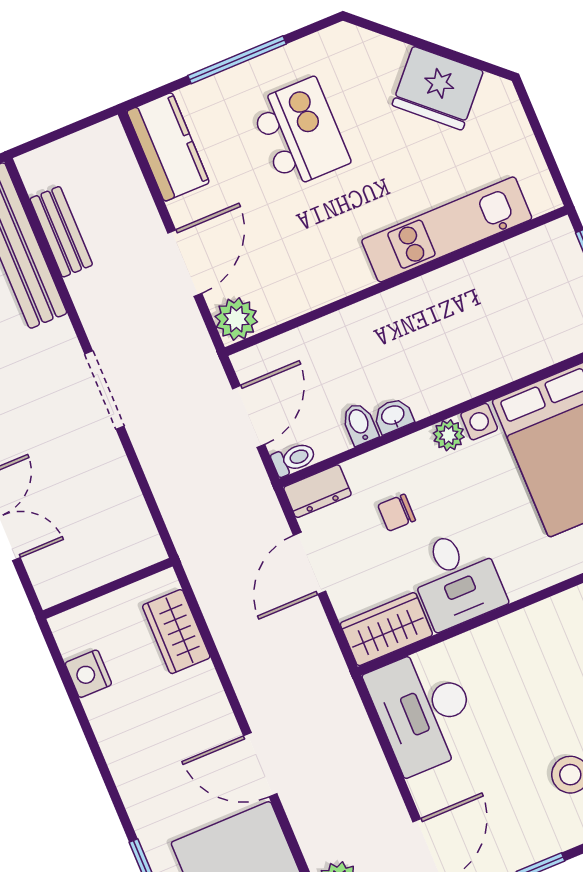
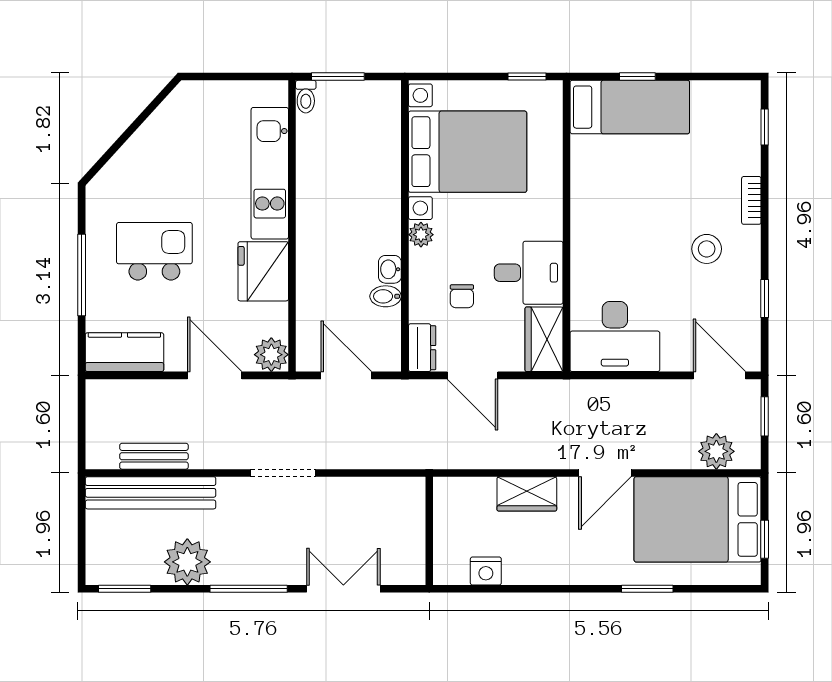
fridge: (438, 88) -> (263, 271), moved, turned 138
toilet: (294, 459) -> (306, 97), moved, turned 180
wardrobe: (176, 632) -> (527, 494), moved

